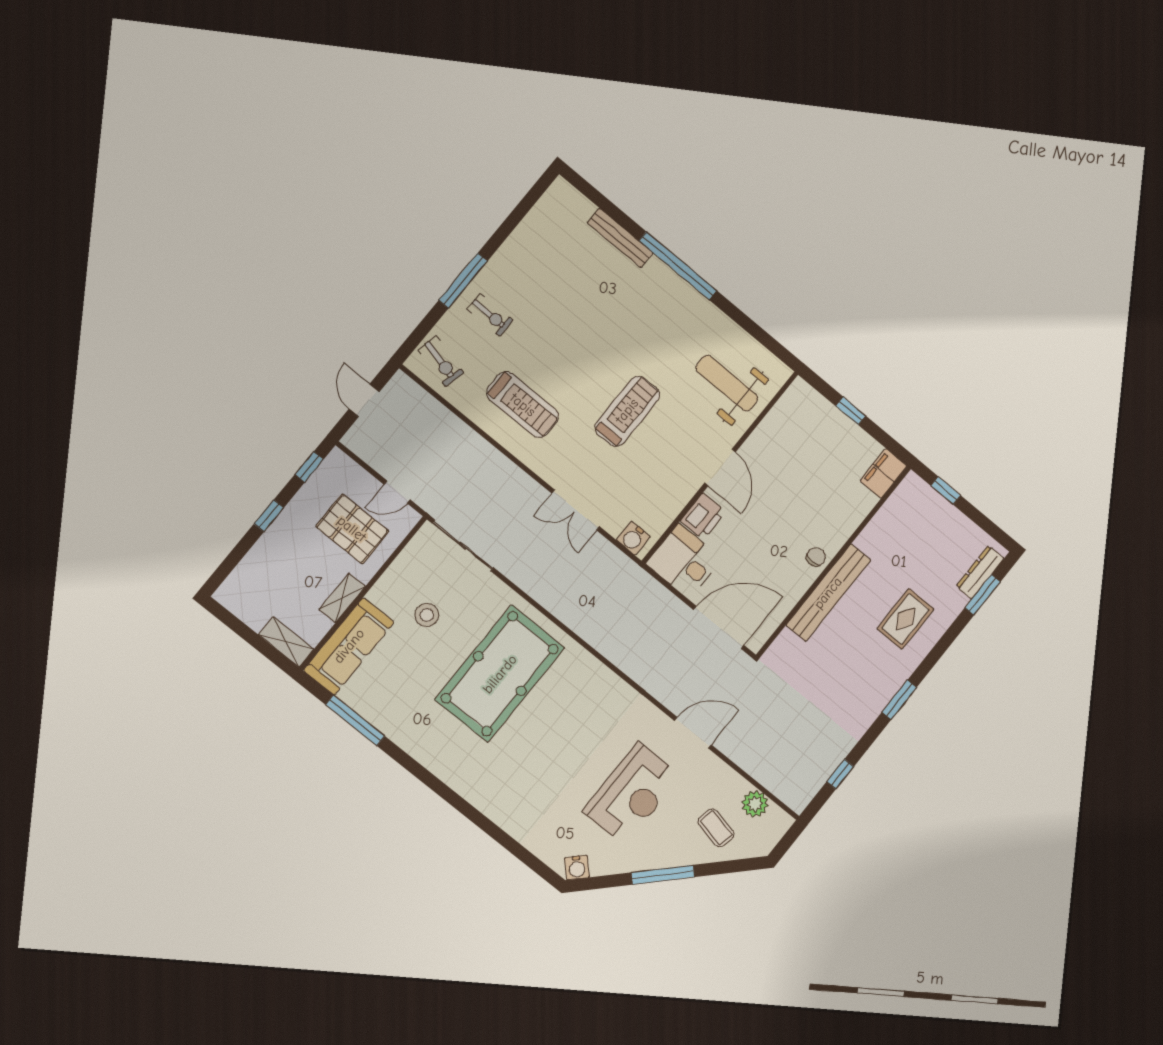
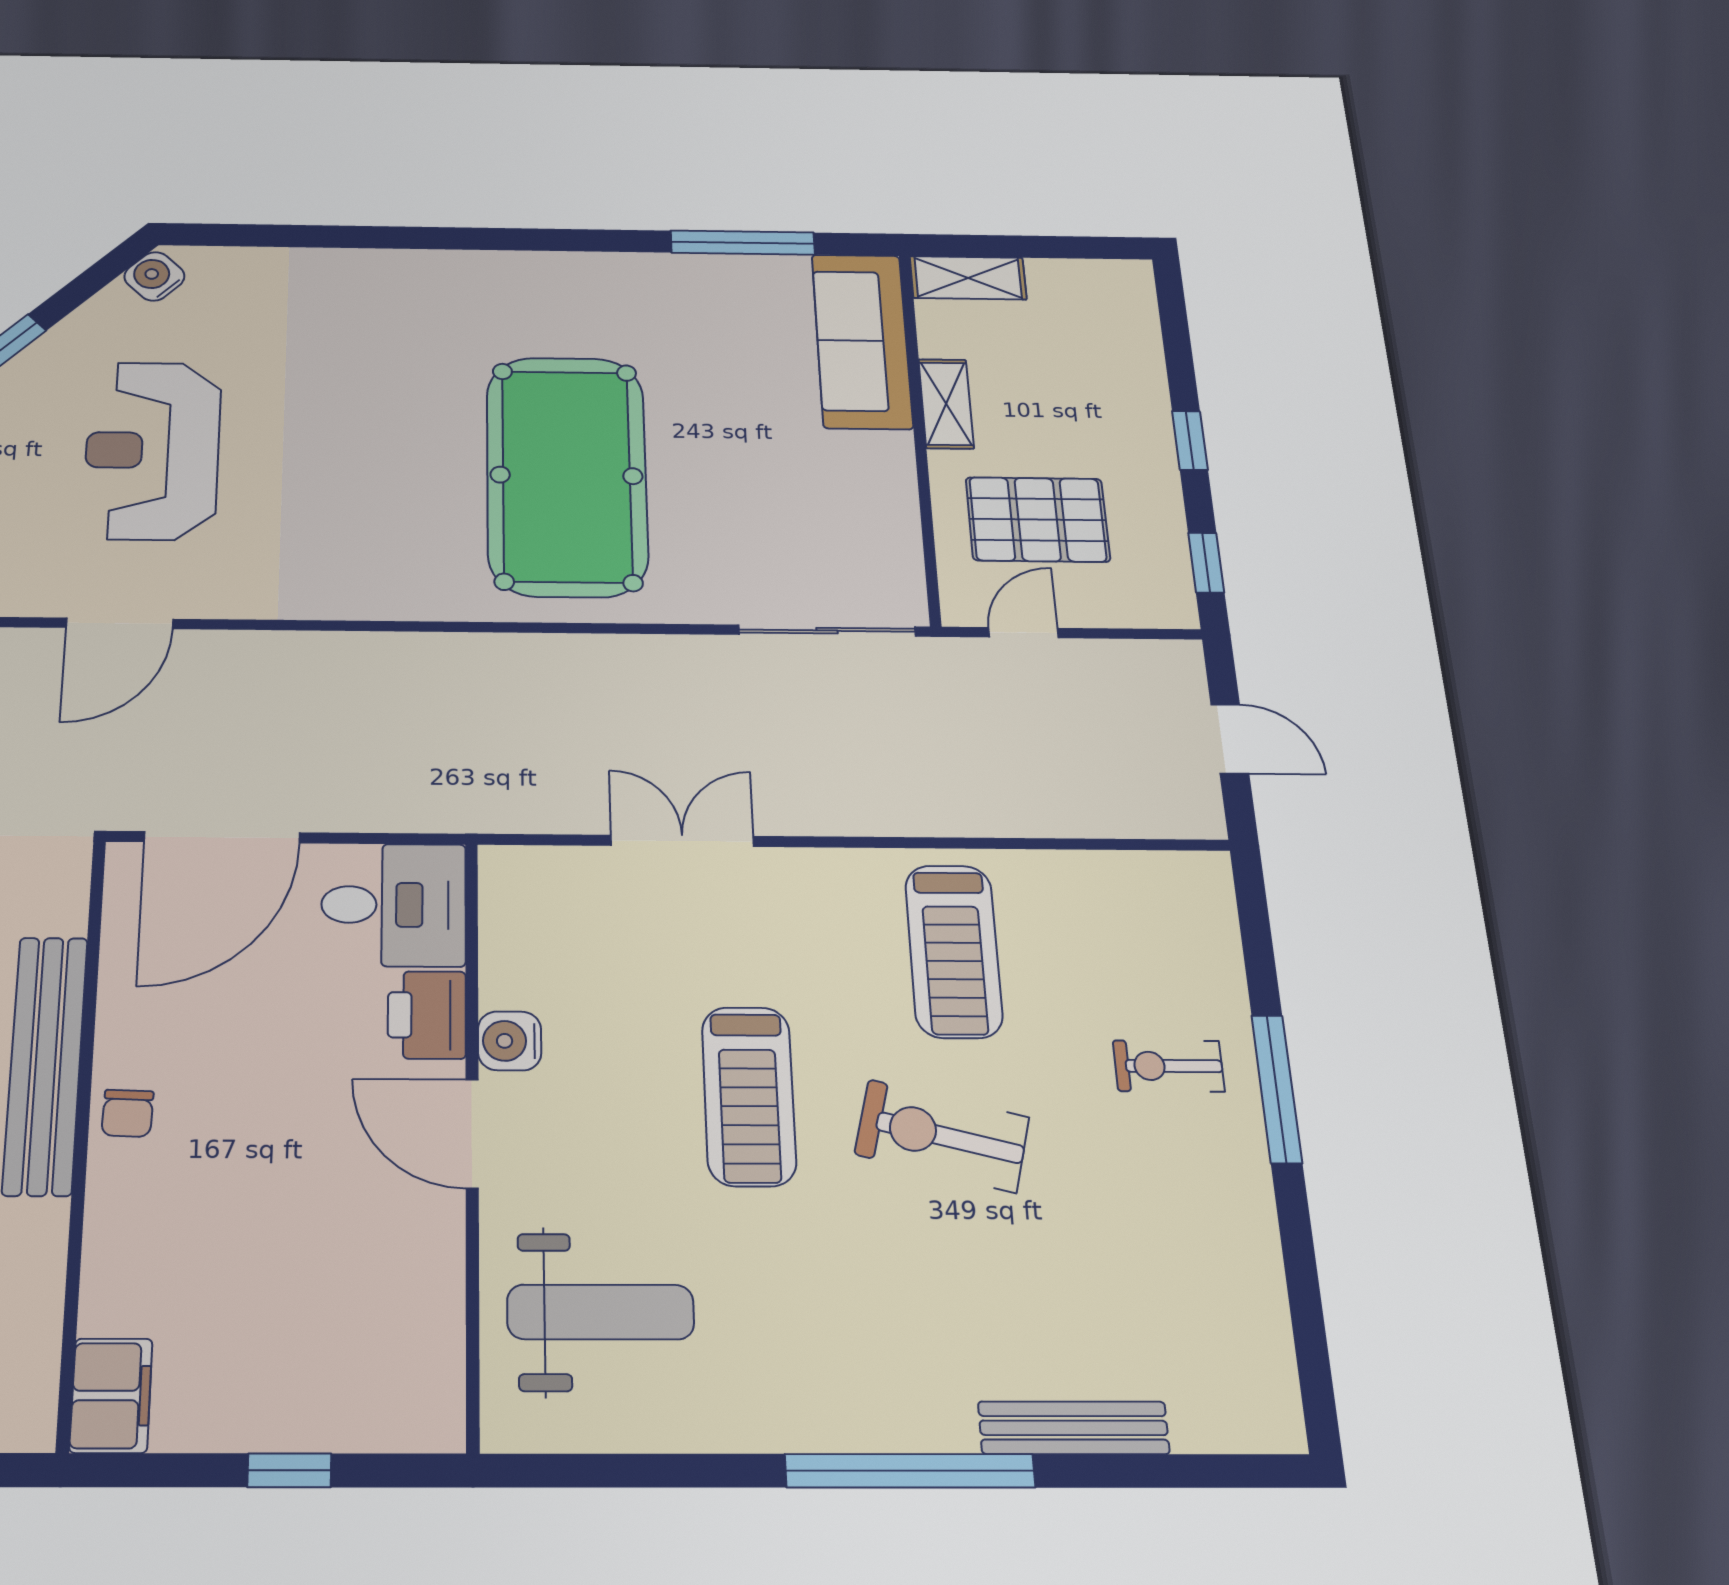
exercise bike: (441, 361) -> (942, 1136), moved, width x1.38, depth x1.39
treadmill: (523, 405) -> (954, 951), turned -90
water cooler: (633, 538) -> (510, 1041), moved, turned -90
stool: (427, 615) -> (781, 477), removed

